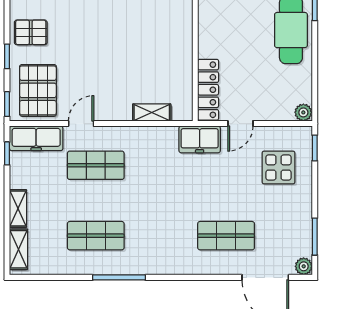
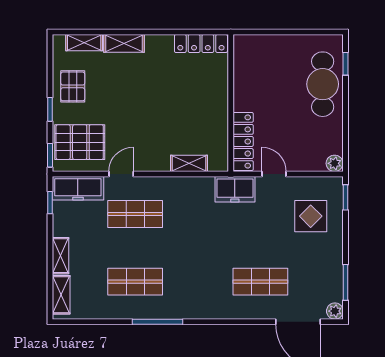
pallet: (31, 32) -> (73, 86), turned 90
pallet: (38, 90) -> (80, 142), turned 90
door: (240, 124) -> (274, 174), swing flipped

